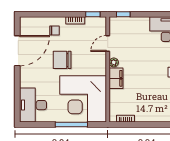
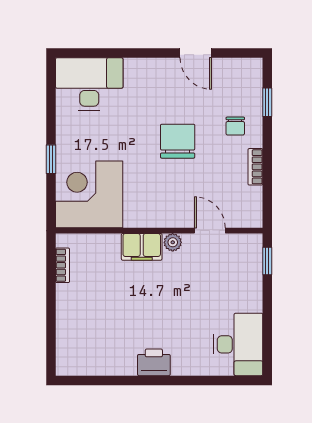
window: (93, 14) -> (267, 102), moved
door: (17, 51) -> (196, 53), width x0.53
corner desk: (83, 99) -> (89, 194), width x0.74, depth x0.74
window: (71, 125) -> (51, 159), width x0.46

